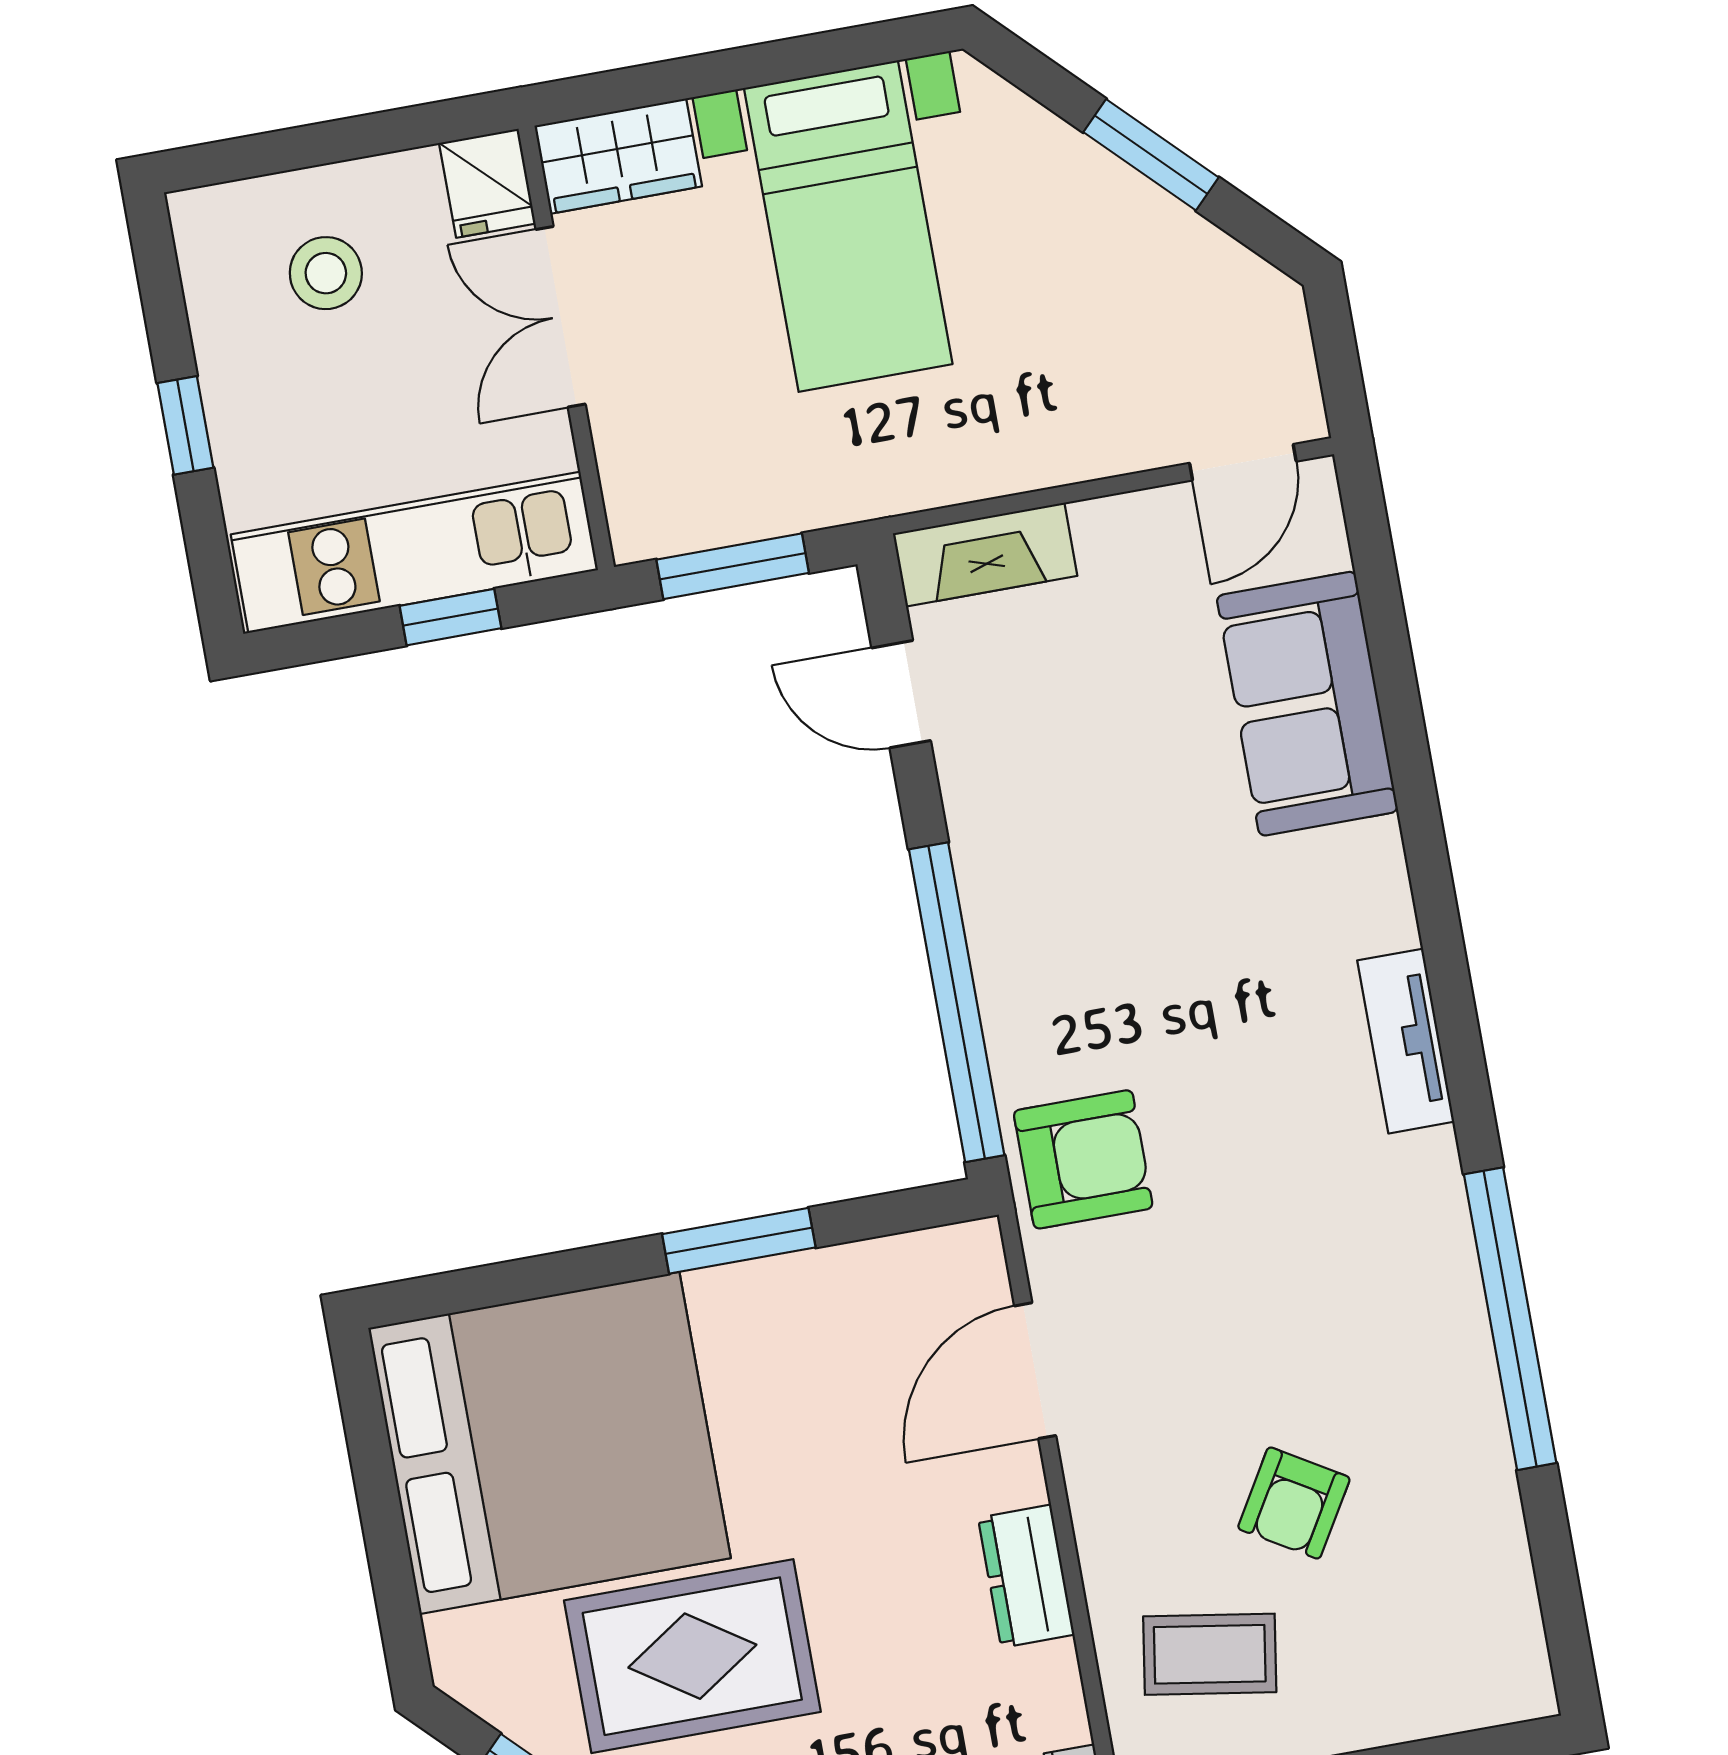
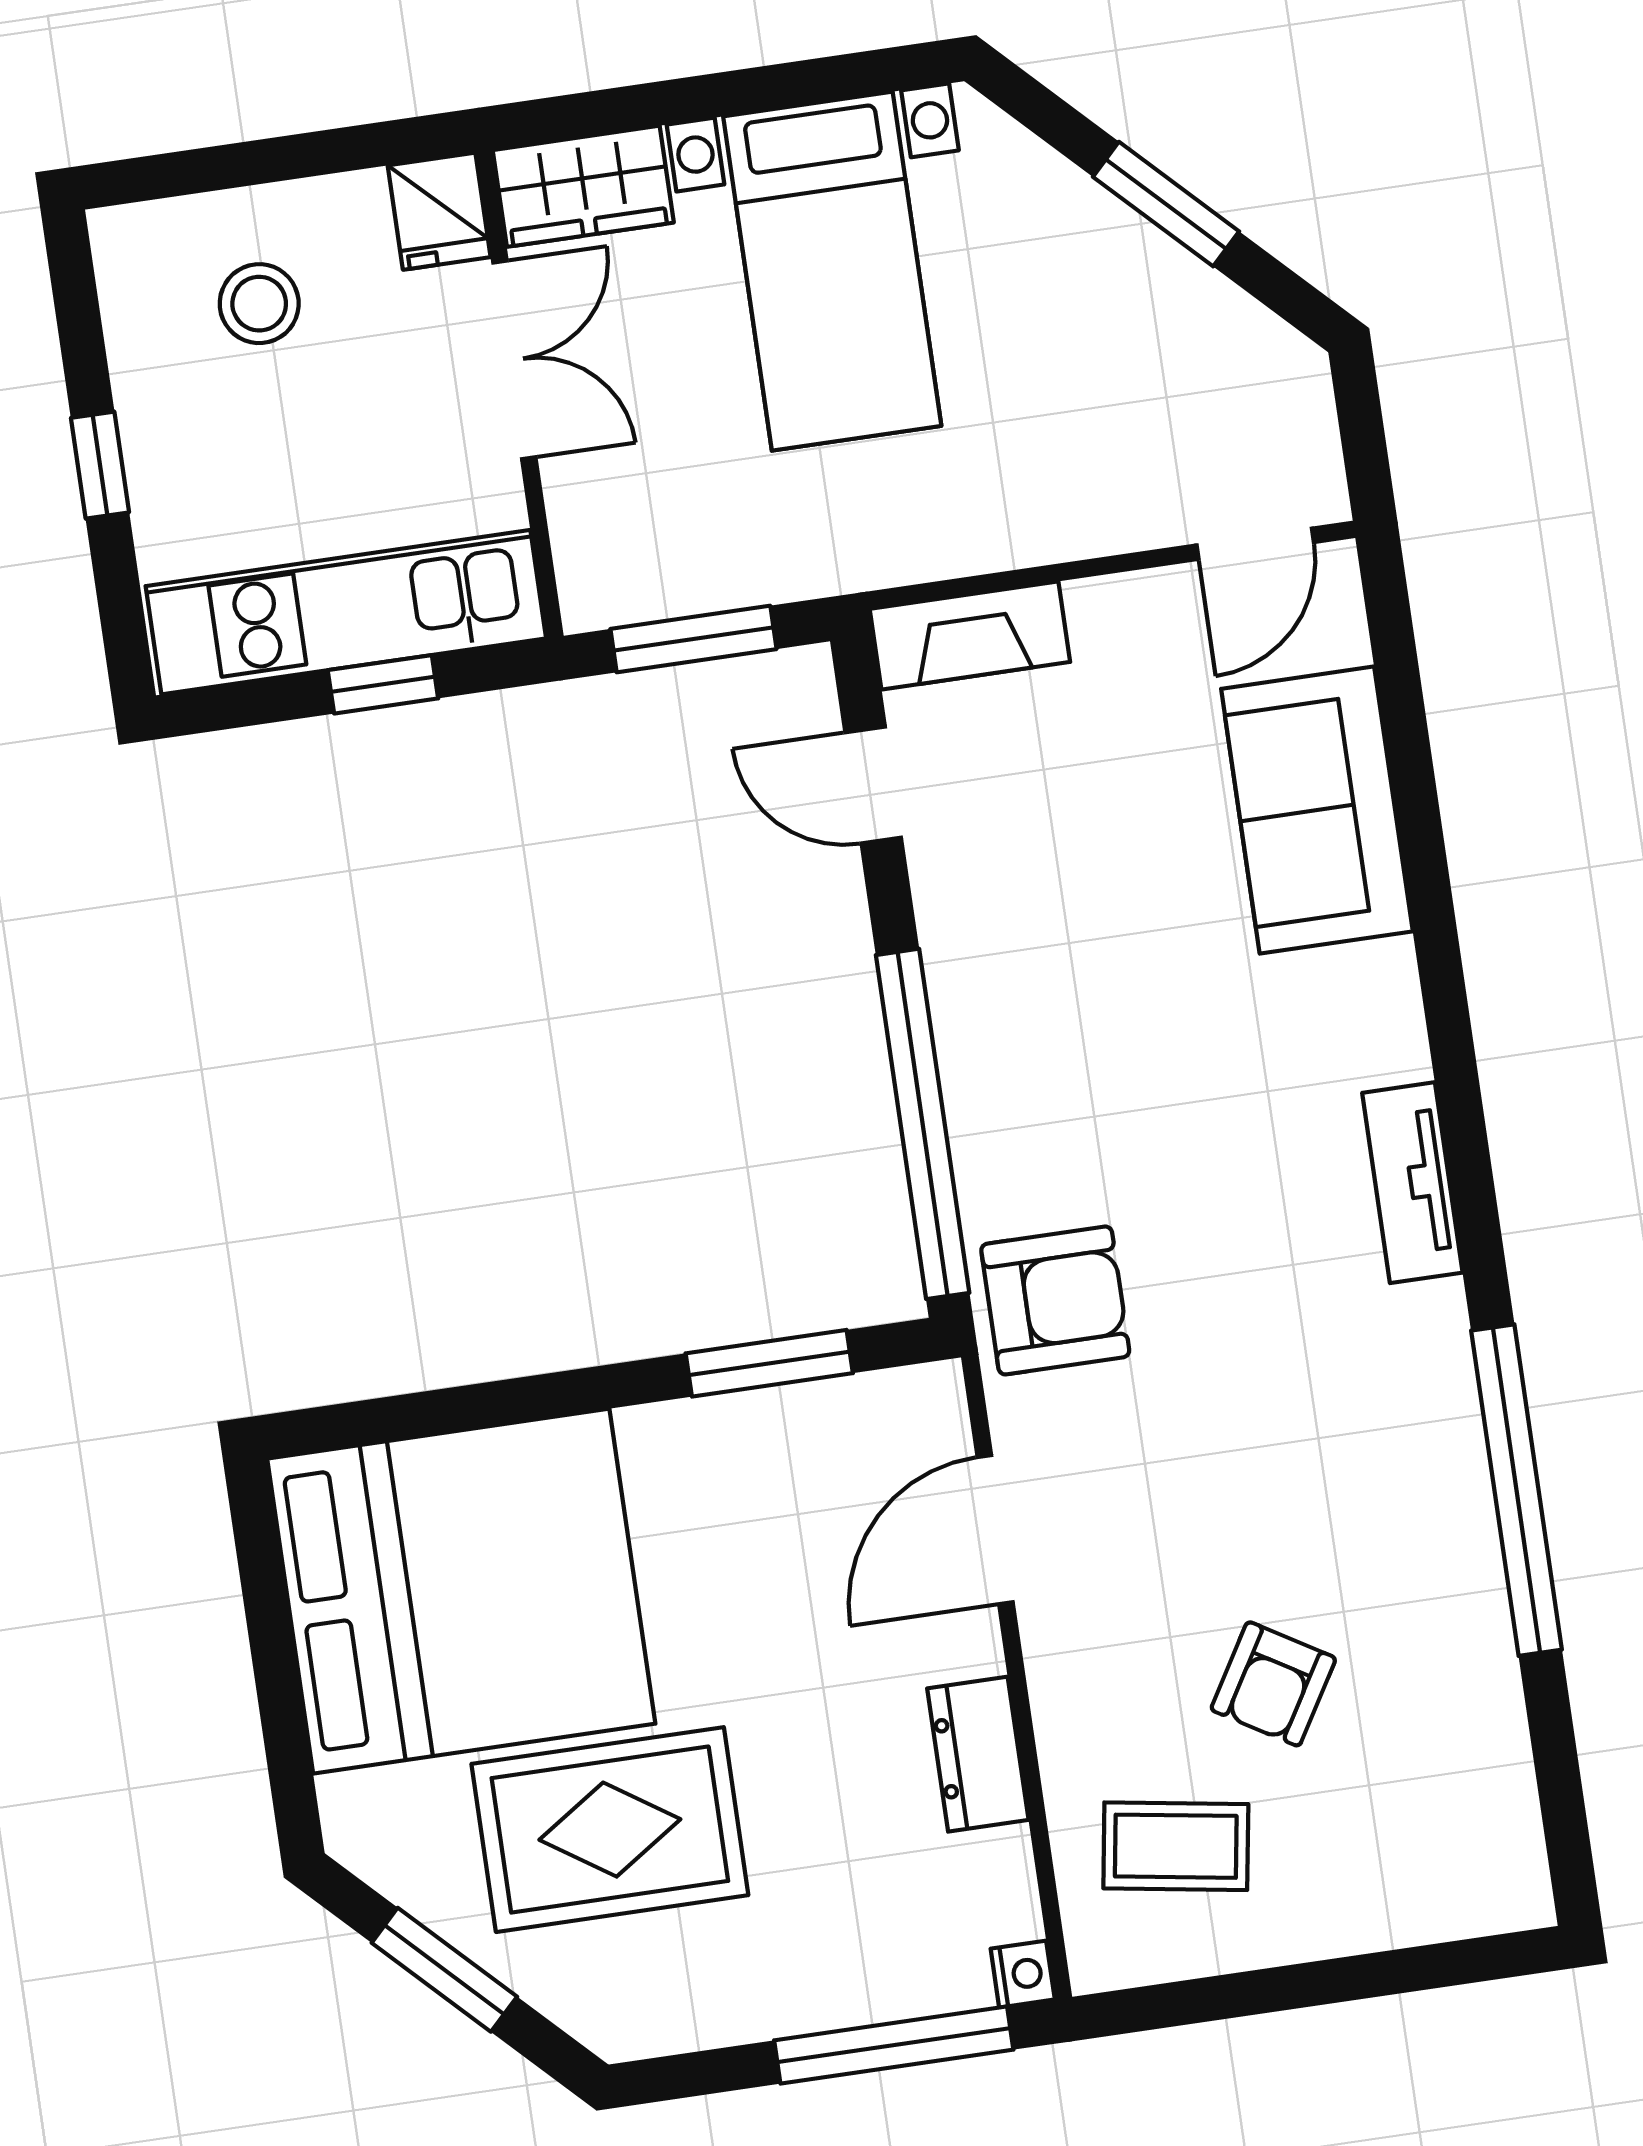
double door: (561, 317) -> (514, 360), swing flipped
window: (739, 1241) -> (769, 1363), moved

